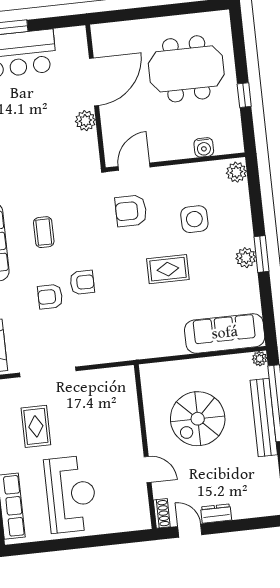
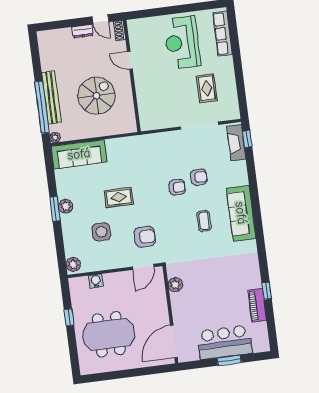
door: (94, 82) -> (174, 341), moved
plant: (85, 121) -> (175, 285), moved
armchair: (82, 282) -> (177, 187), turned 180

